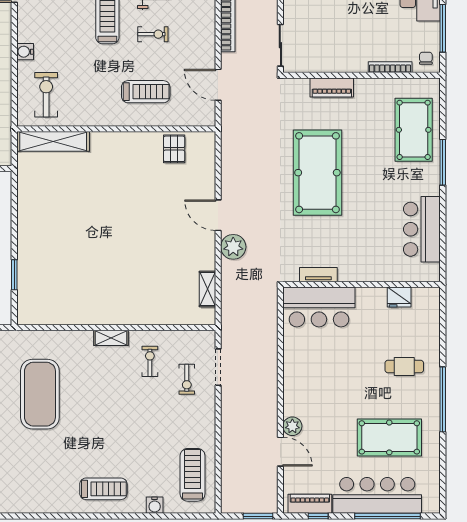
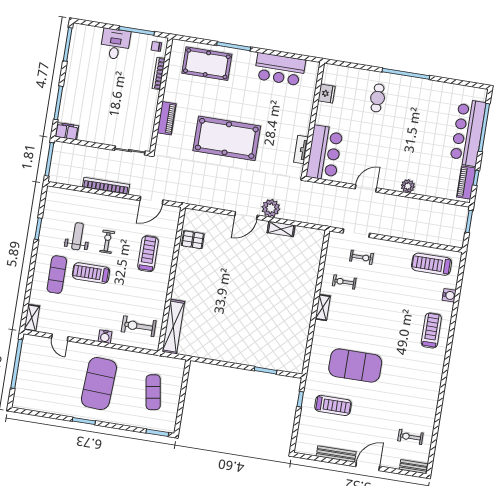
shelving: (207, 289) -> (281, 229), moved
pool table: (389, 437) -> (427, 117), removed
door: (280, 452) -> (366, 188), moved

